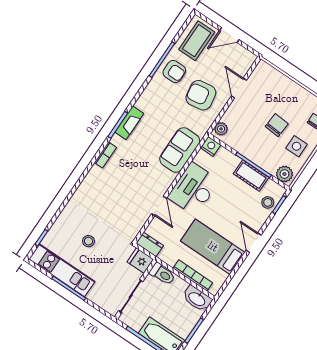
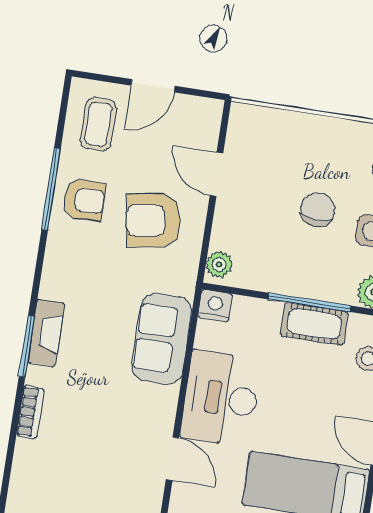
coffee table: (197, 41) -> (98, 124), width x0.73, depth x0.77

